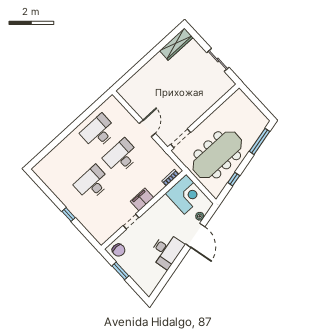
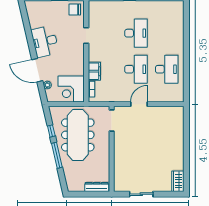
wardrobe: (176, 44) -> (178, 181), width x0.67
dresser: (245, 101) -> (97, 187), added
door: (147, 128) -> (139, 104), swing flipped
window: (260, 141) -> (57, 155), moved
filing cabinet: (142, 200) -> (94, 71), moved

